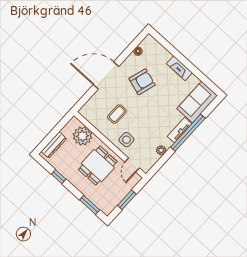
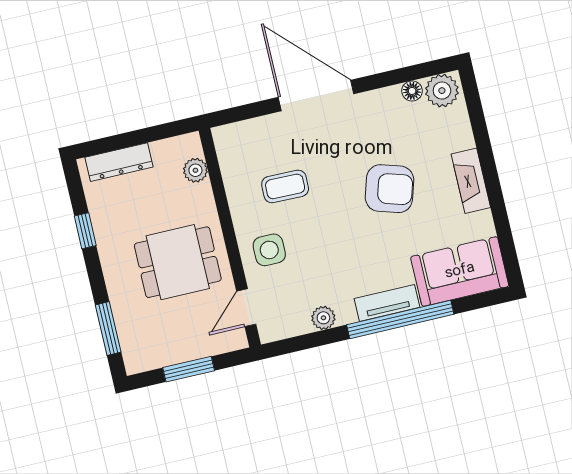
plant: (148, 44) -> (442, 91), added
armchair: (142, 82) -> (389, 189), moved
plant: (82, 136) -> (195, 170), width x0.53, depth x0.53

